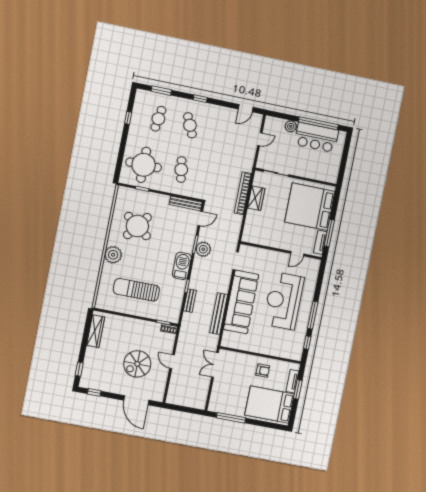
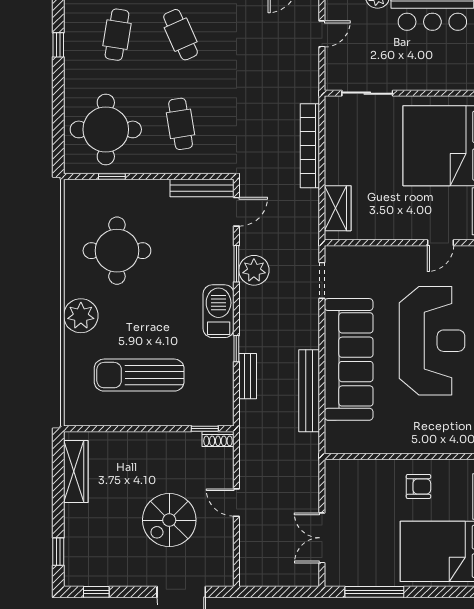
wardrobe: (256, 198) -> (338, 208), moved
round table: (137, 226) -> (117, 251), turned -37
reception desk: (284, 301) -> (432, 341), turned 180
double door: (215, 365) -> (322, 538), moved

